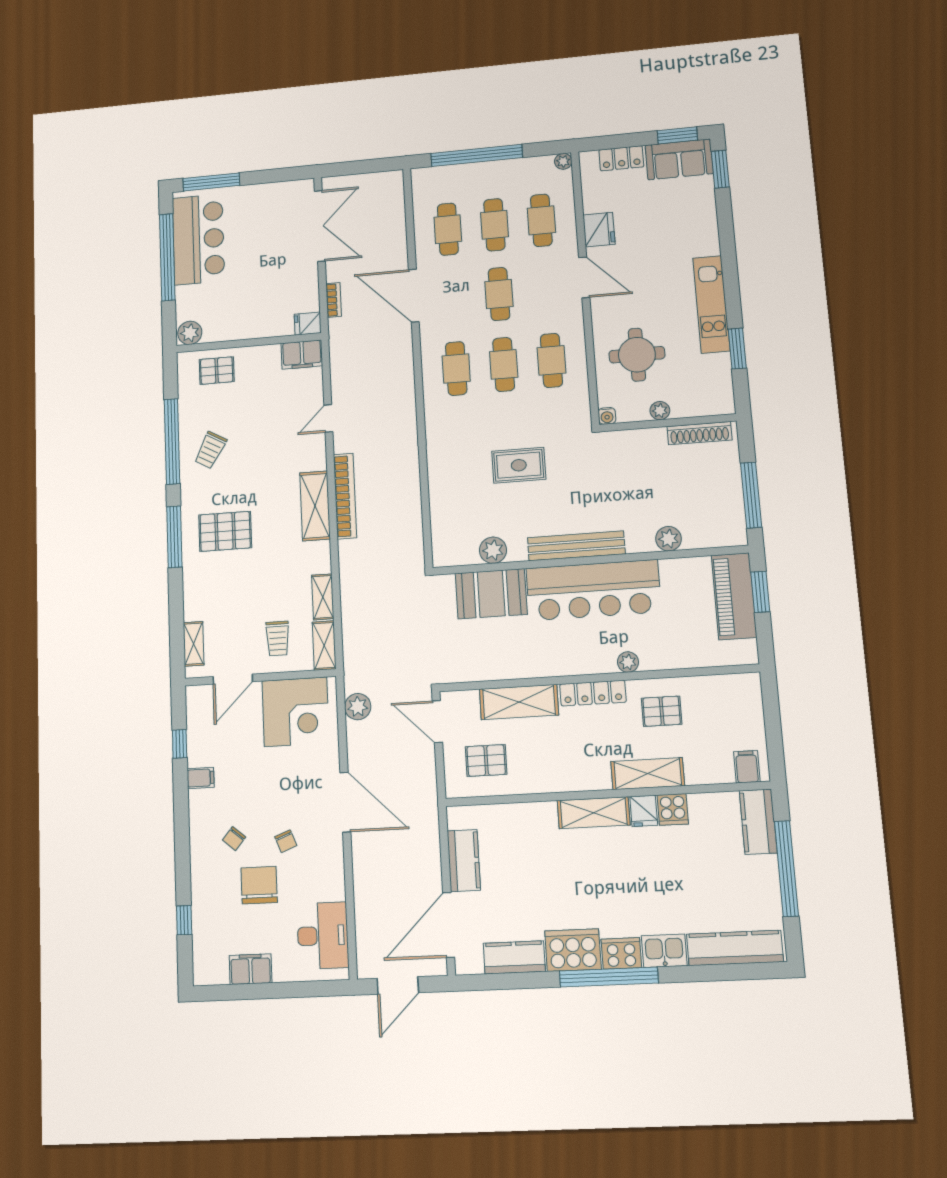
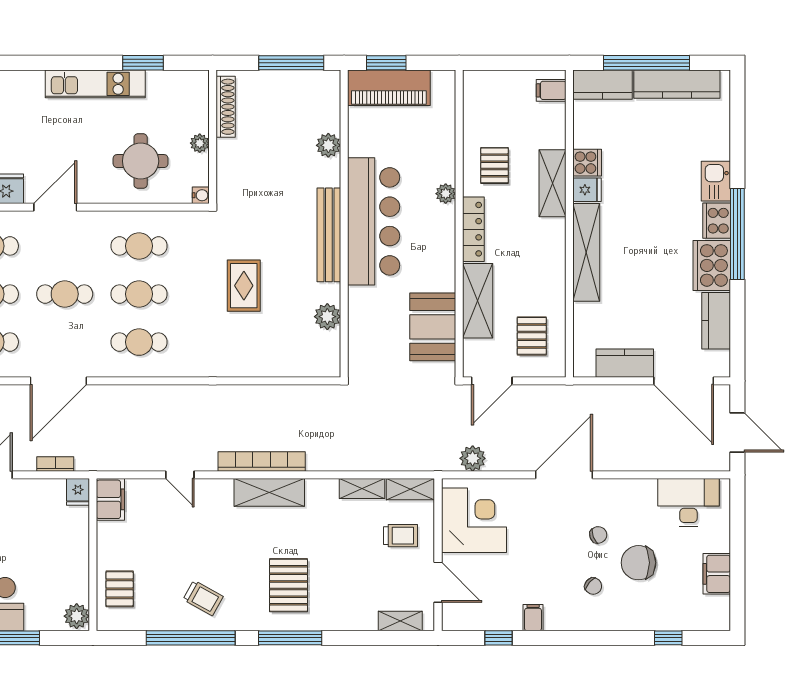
booth: (491, 594) -> (433, 327), moved
shelving: (594, 813) -> (586, 252), width x1.47
kitchen counter: (735, 948) -> (677, 84), moved, turned -90

